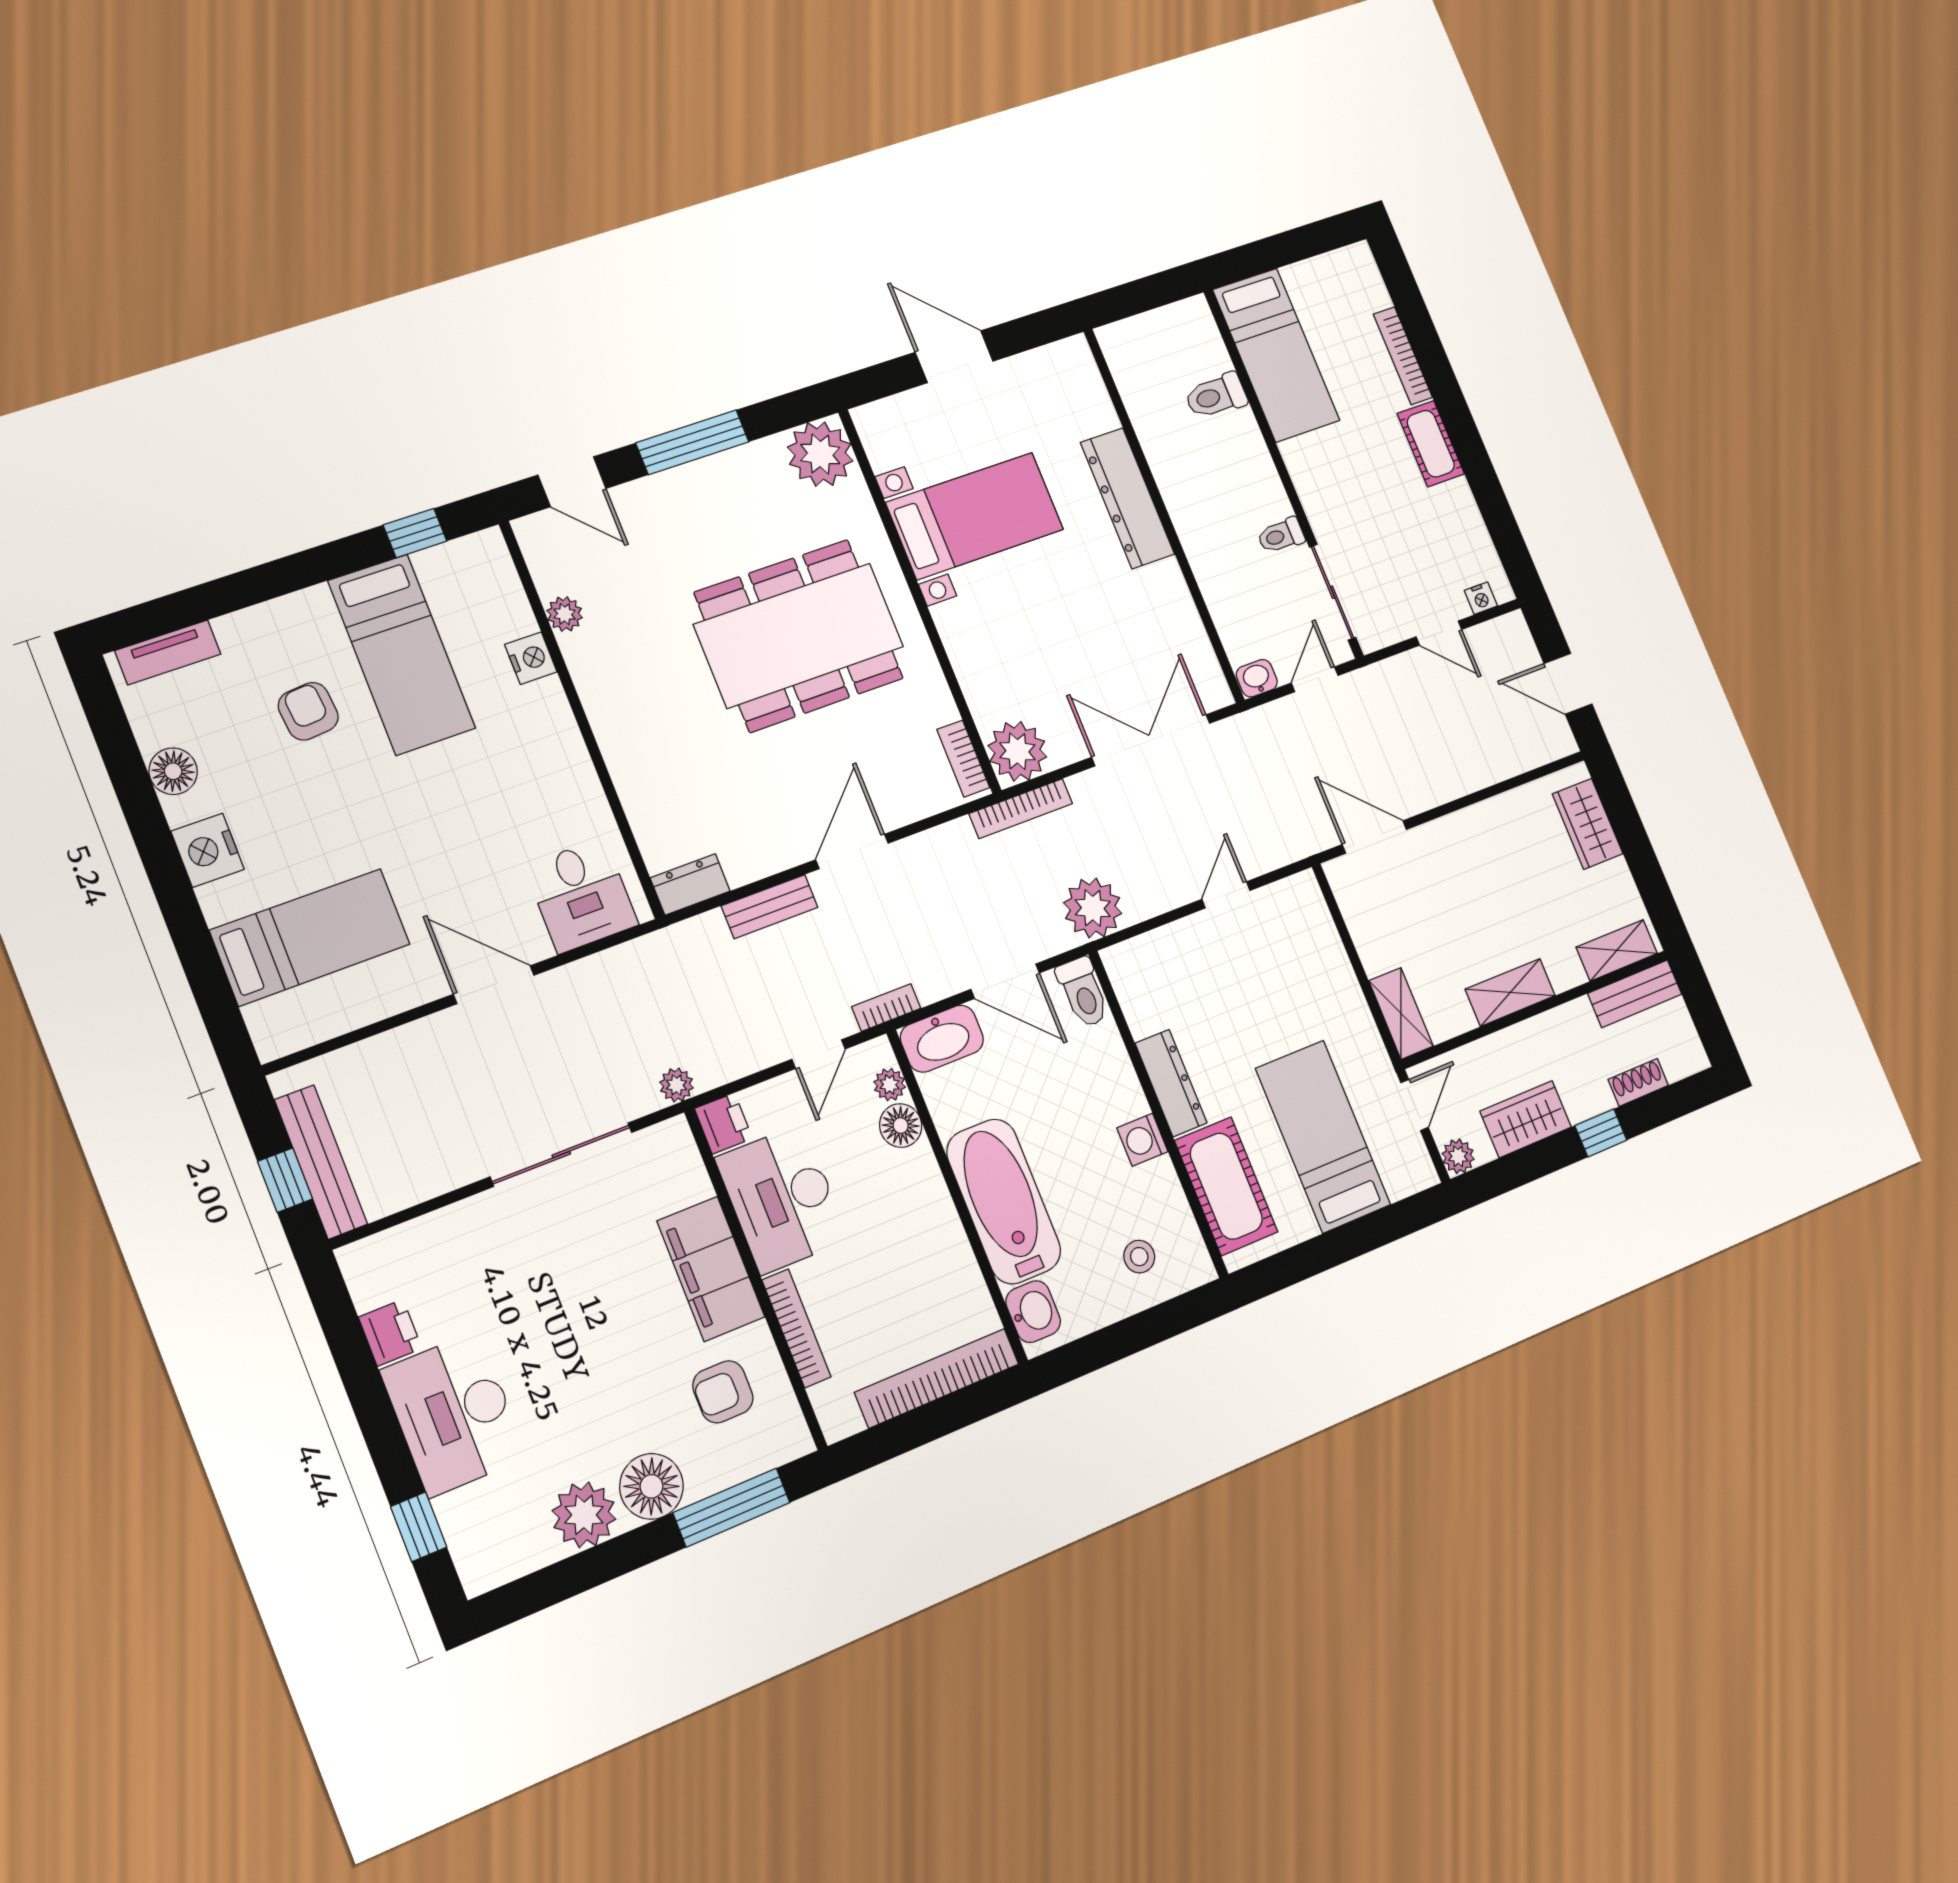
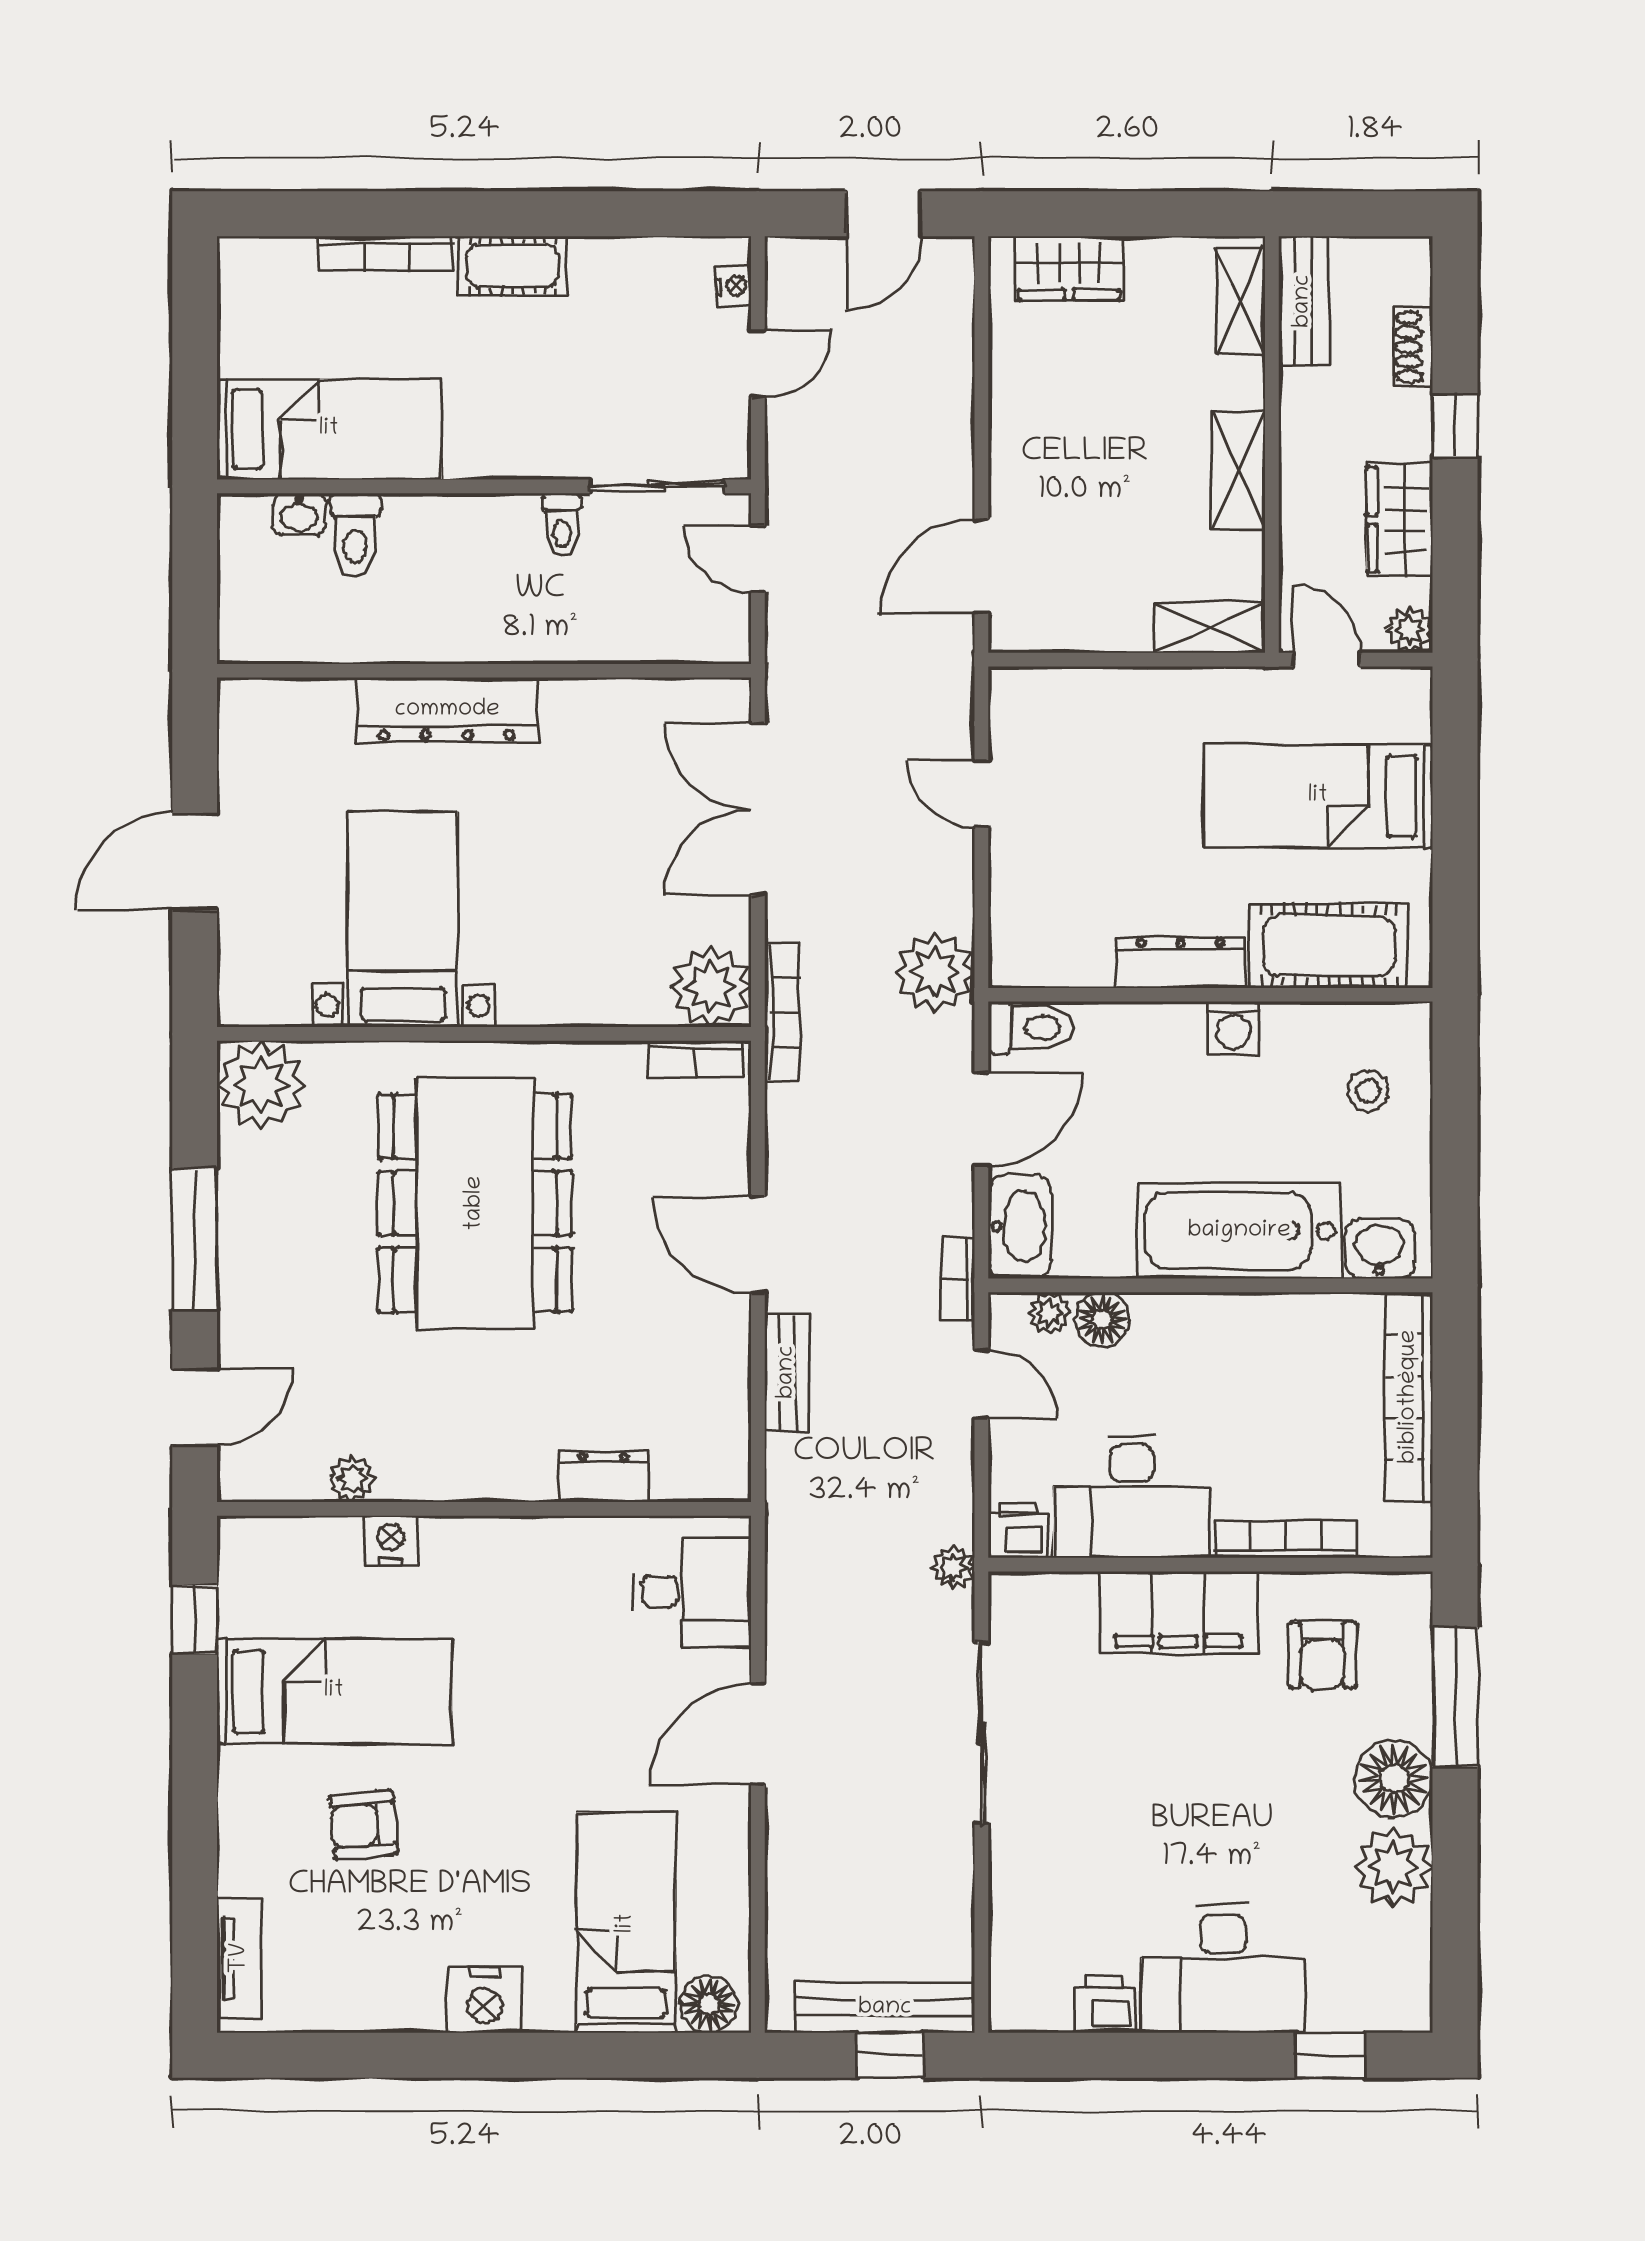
washbasin: (1257, 678) -> (299, 514), moved, turned -90
floor lamp: (173, 771) -> (709, 2004), moved
dresser: (690, 884) -> (603, 1477), moved, turned 90

